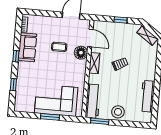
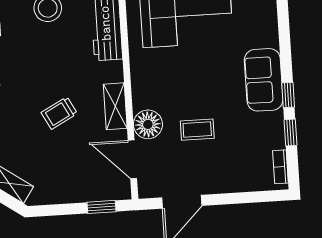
window: (121, 20) -> (101, 207), moved
sofa: (27, 47) -> (264, 80), moved
window: (13, 85) -> (291, 132), moved

